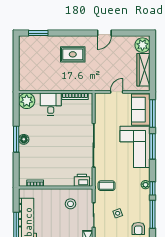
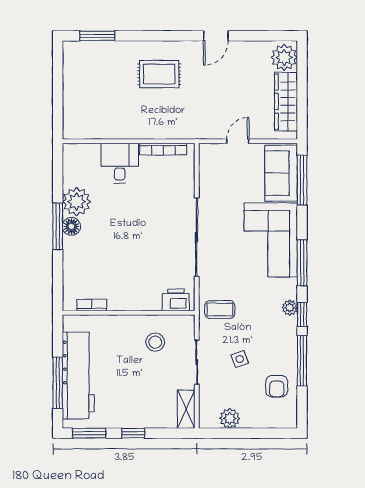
plant: (27, 101) -> (77, 202), moved
window: (152, 146) -> (302, 263), moved

